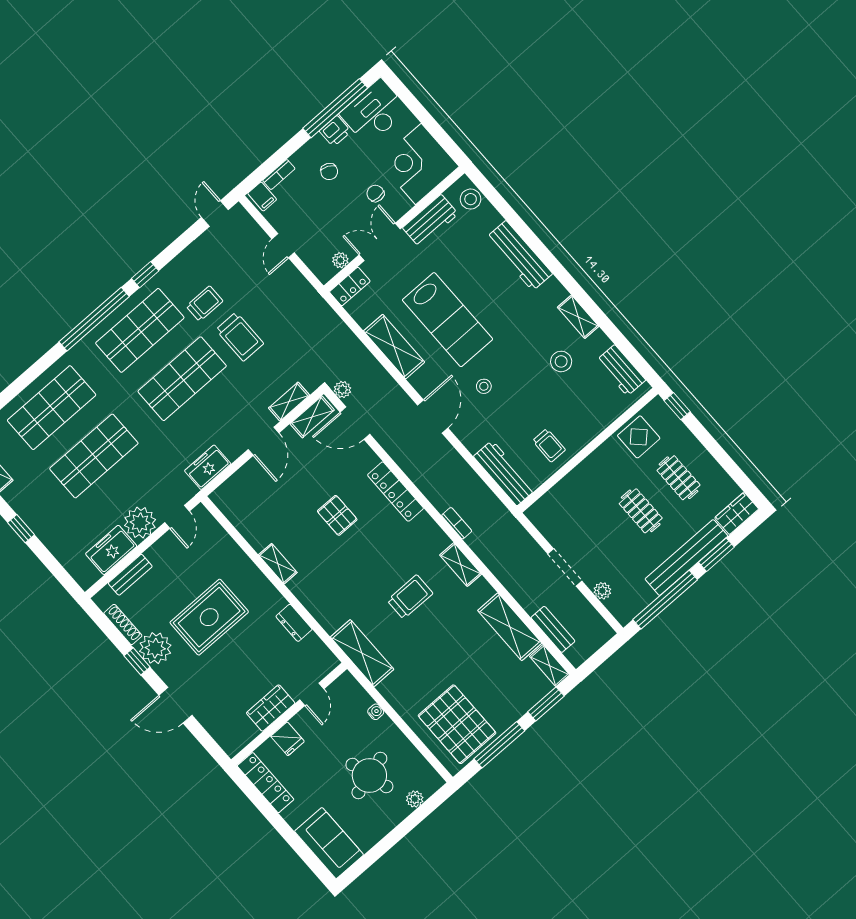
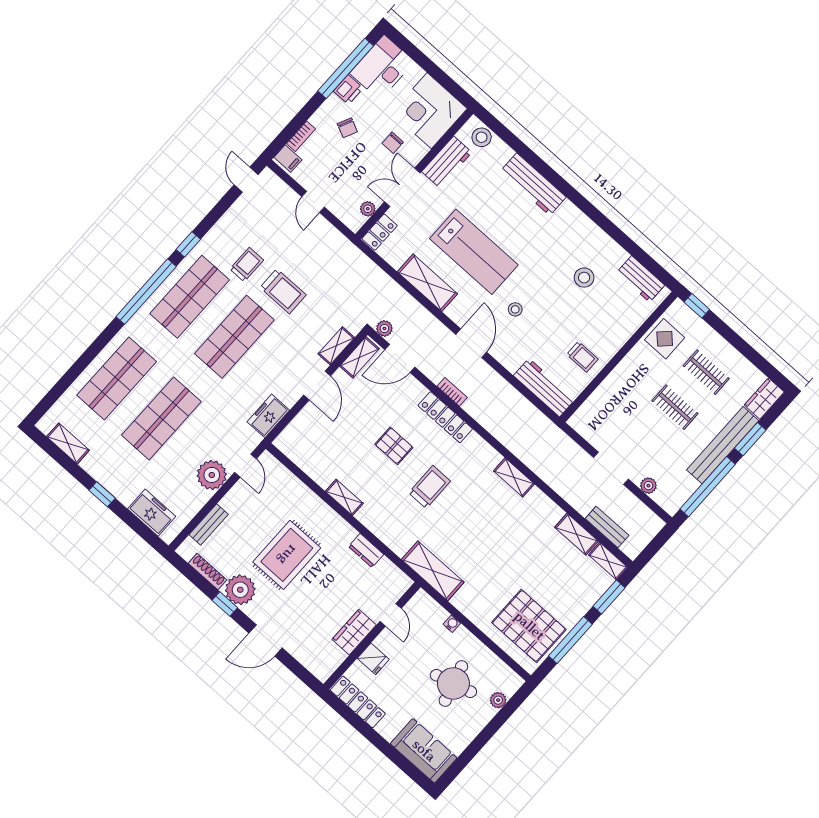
chair: (375, 193) -> (393, 143), turned -90
shelving: (578, 317) -> (595, 234), removed
bookcase: (457, 523) -> (452, 392), moved
freezer: (111, 550) -> (152, 513), moved, turned 90
trolley: (410, 597) -> (430, 487), moved
shelving: (510, 627) -> (577, 534), width x0.67, depth x0.75

